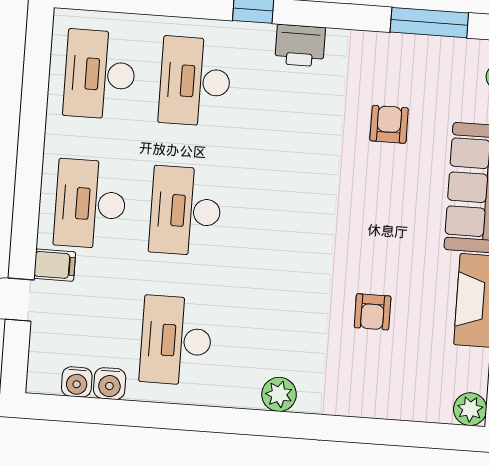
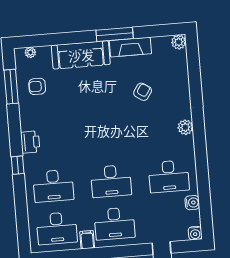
armchair: (389, 124) -> (37, 86), moved
filing cabinet: (55, 265) -> (87, 240), moved
armchair: (373, 312) -> (143, 92), turned -56
water cooler: (77, 382) -> (195, 233), moved, turned 90

